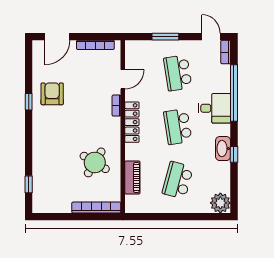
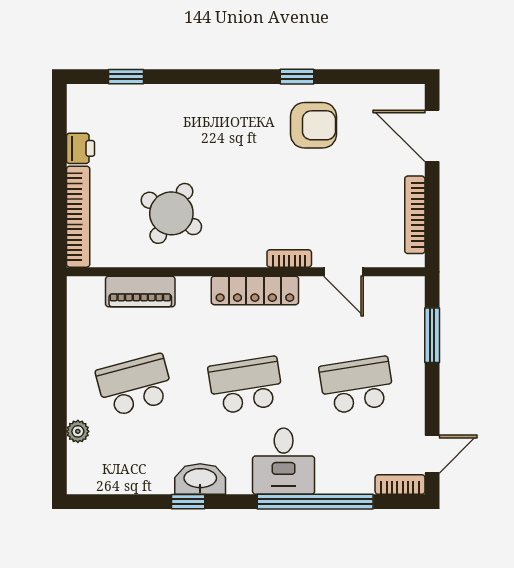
window: (165, 37) -> (432, 335), moved
school desk: (178, 180) -> (135, 385), turned -30
plant: (220, 203) -> (78, 431), moved, width x0.53, depth x0.53
printer: (63, 206) -> (81, 148), added

